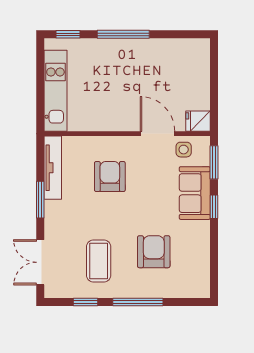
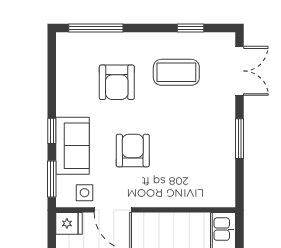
tv unit: (53, 168) -> (226, 173), removed
armchair: (110, 177) -> (133, 151), moved, turned 180
coffee table: (99, 261) -> (176, 72), turned 90
window: (138, 302) -> (96, 28), moved

